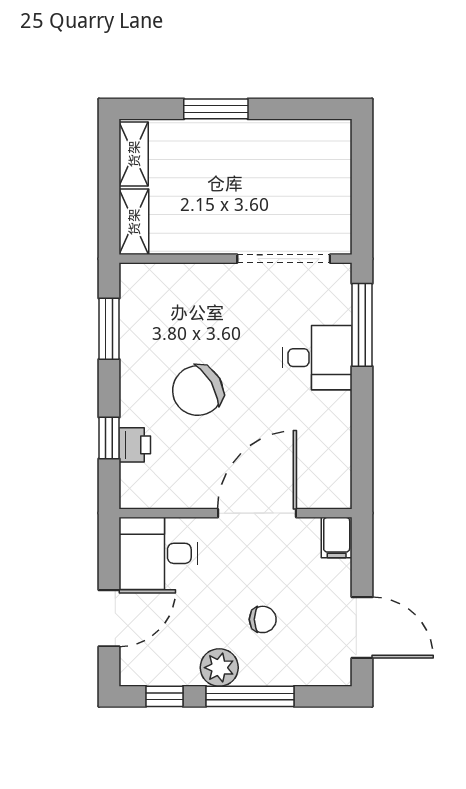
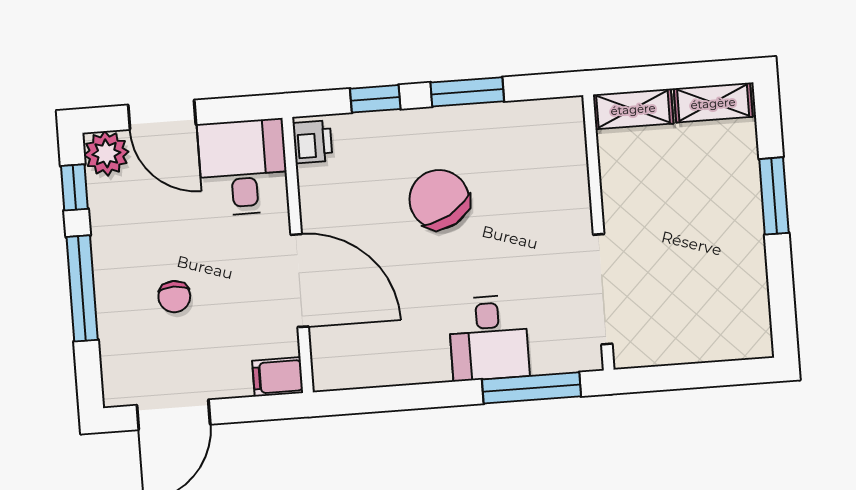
window: (109, 329) -> (467, 92), moved
printer: (135, 445) -> (313, 142), moved, turned -90
plant: (219, 668) -> (106, 153), moved

